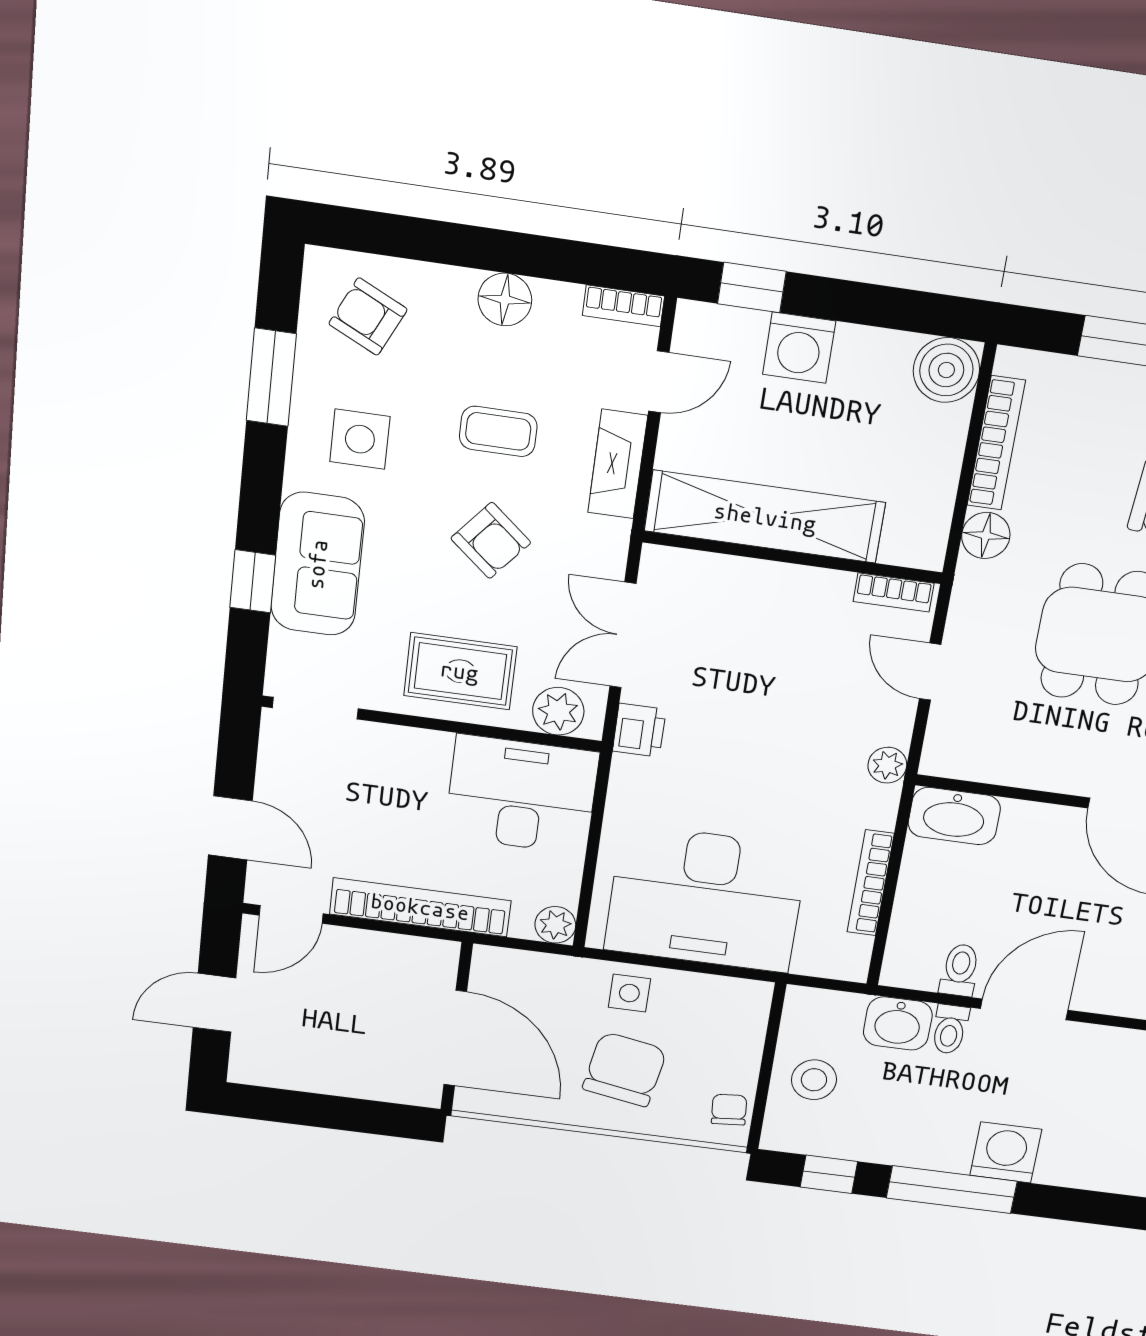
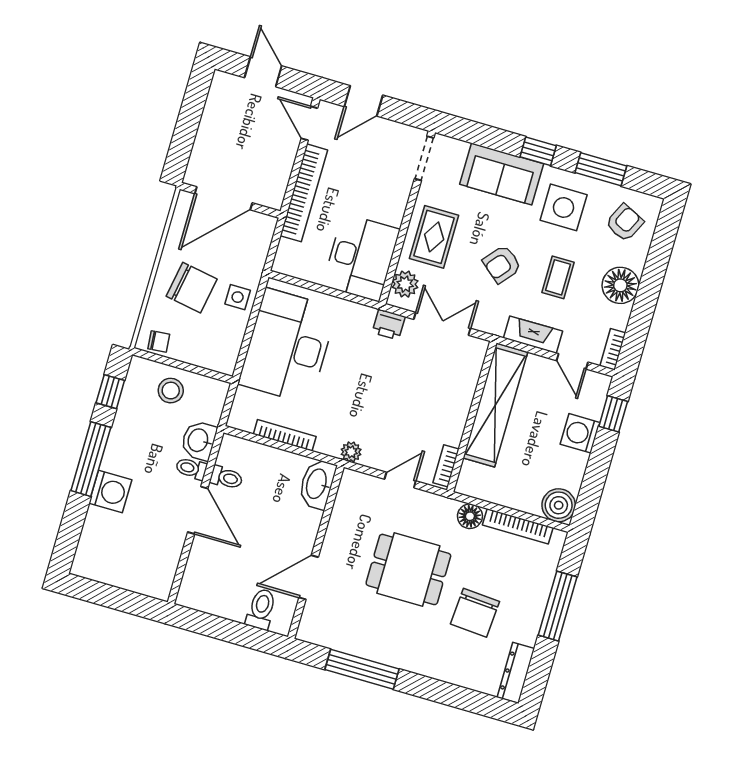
floor lamp: (505, 300) -> (620, 285), width x1.38, depth x1.38
side table: (360, 439) -> (564, 207), width x1.37, depth x1.37
window: (253, 581) -> (538, 151), moved
plant: (555, 925) -> (284, 263), removed

